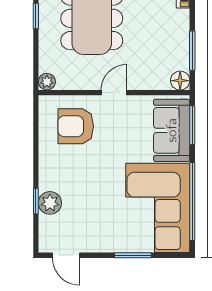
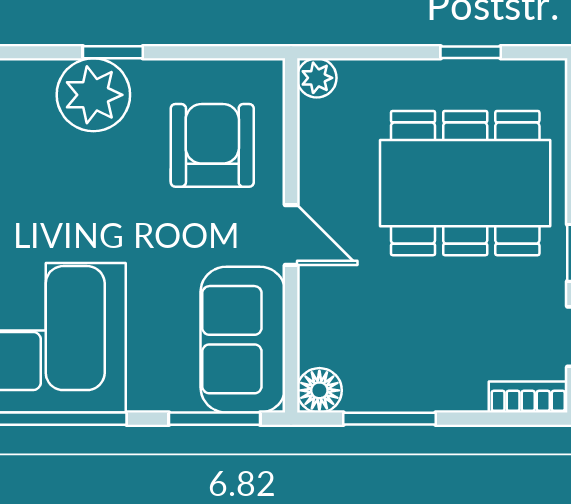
sofa: (172, 130) -> (243, 340), moved, turned -90
window: (36, 201) -> (113, 52), moved
plant: (50, 203) -> (93, 95), moved, width x1.36, depth x1.36

